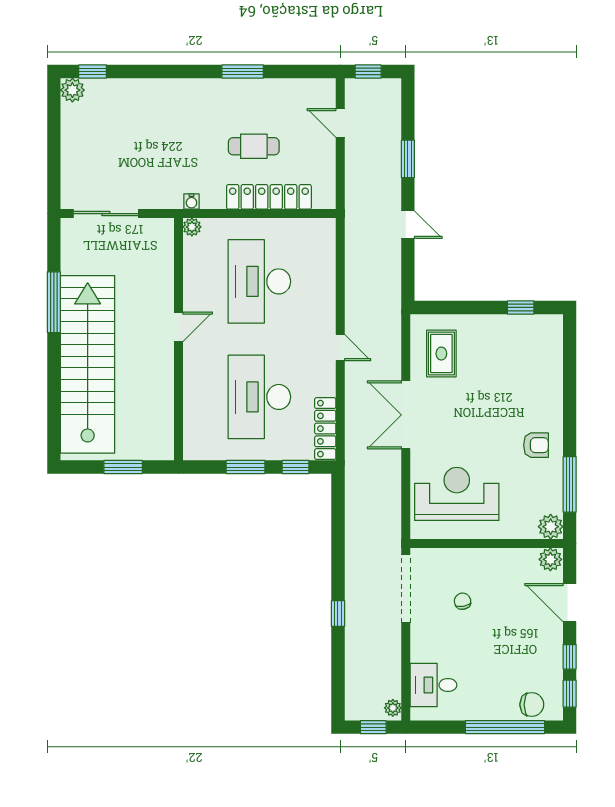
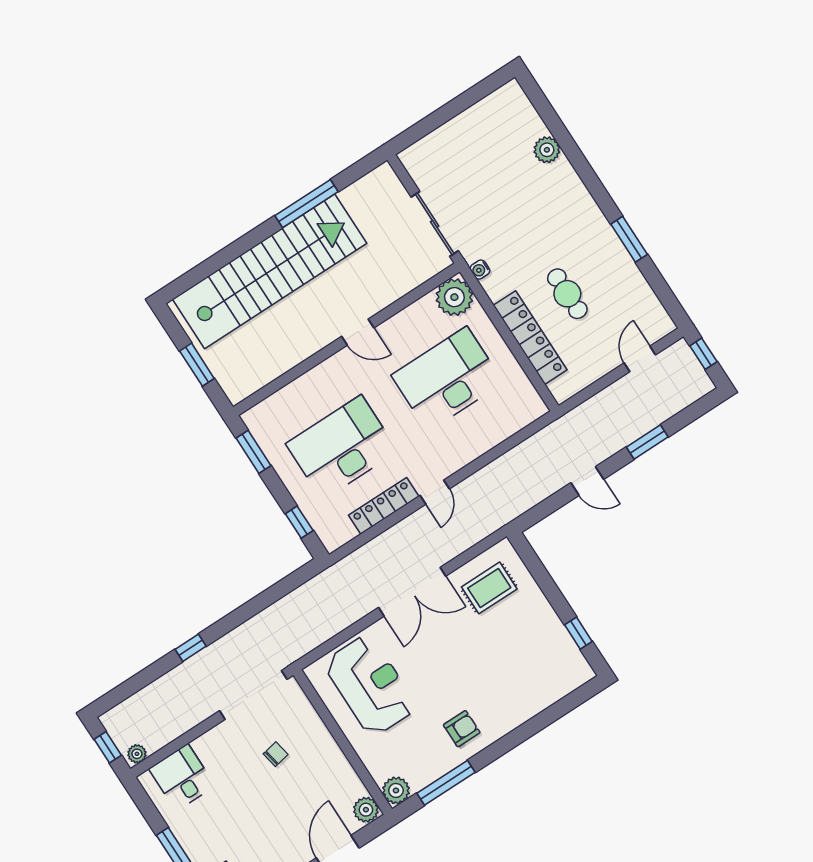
window: (93, 71) -> (540, 102), removed
plant: (72, 90) -> (547, 150), moved
sliding door: (106, 214) -> (435, 224), moved
door: (408, 225) -> (587, 481), hinge flipped
plant: (192, 227) -> (454, 297), width x1.88, depth x1.88
double door: (406, 415) -> (412, 592), swing flipped
locker: (325, 429) -> (384, 506), moved
armchair: (536, 445) -> (462, 729), turned -90
window: (246, 467) -> (254, 452), moved

